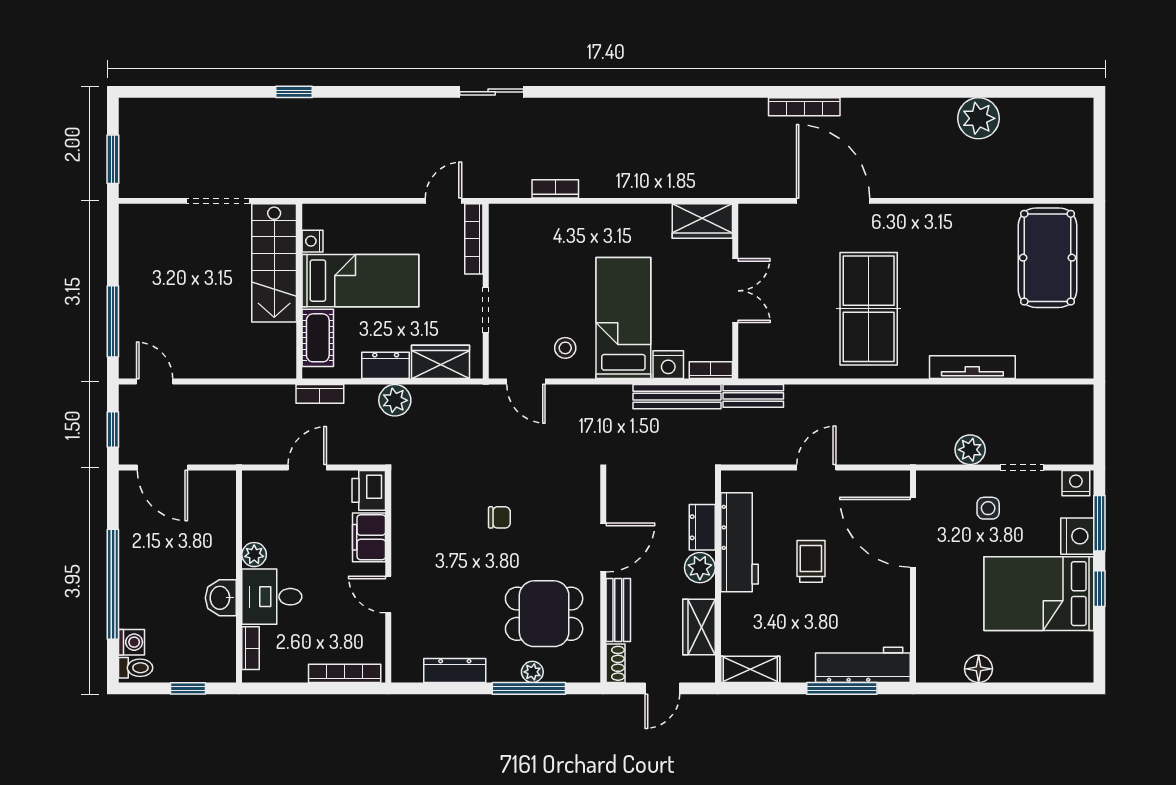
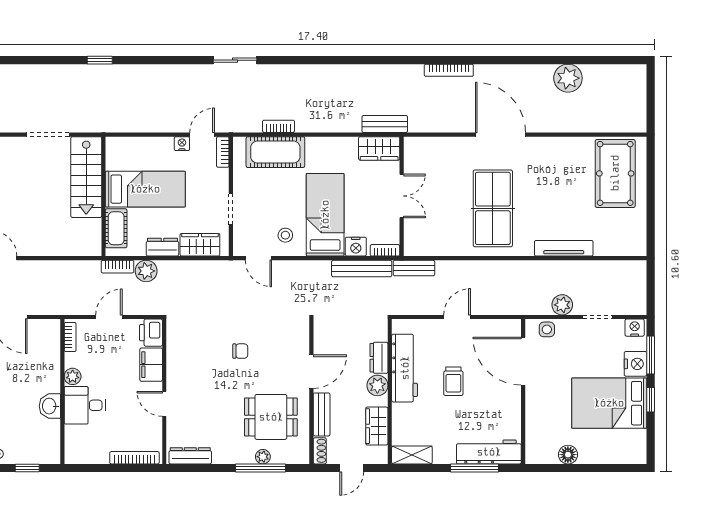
bench: (711, 185) -> (385, 124), added
door: (833, 201) -> (501, 135), moved
cot: (551, 226) -> (275, 152), added
bookcase: (474, 239) -> (223, 152), width x0.64
nightstand: (313, 241) -> (182, 144), moved, turned 90
plant: (395, 400) -> (146, 271), moved
side table: (988, 508) -> (547, 329), moved
trolley: (811, 561) -> (453, 381), turned 180
bookcase: (251, 648) -> (70, 337), moved
dresser: (455, 671) -> (190, 456), moved

